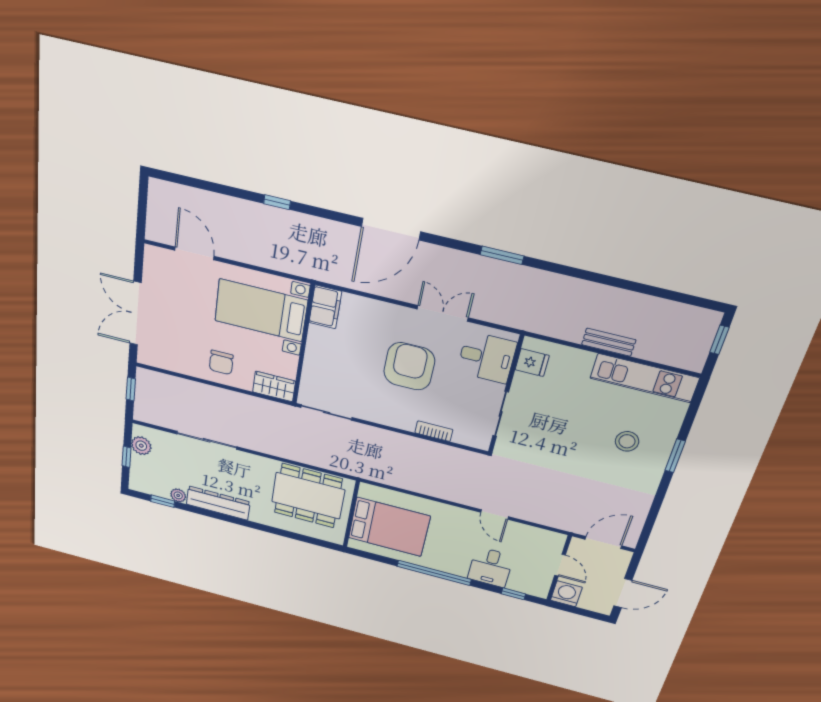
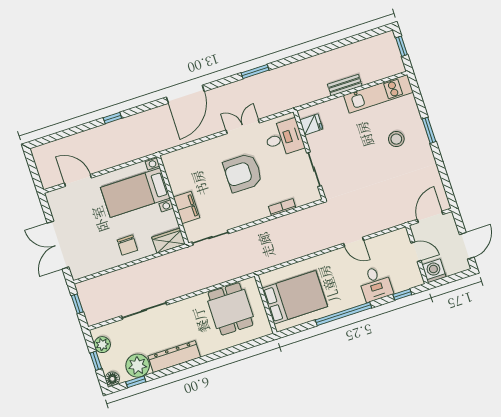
filing cabinet: (325, 307) -> (186, 207), moved
armchair: (409, 366) -> (243, 173), turned -90
floor lamp: (137, 484) -> (112, 379), added
plant: (178, 495) -> (138, 366), width x1.87, depth x1.87
dining table: (308, 496) -> (231, 309), width x0.73

